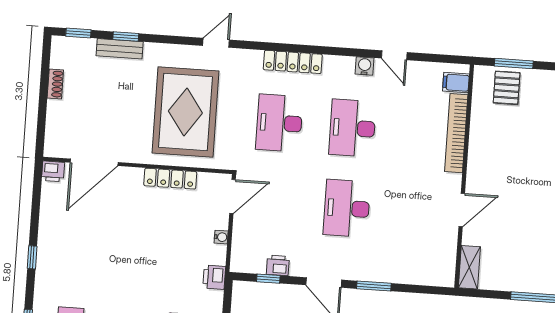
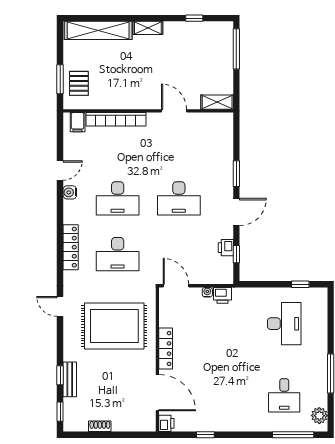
pallet: (507, 88) -> (79, 83), turned 90
locker: (170, 179) -> (166, 348), moved
window: (32, 257) -> (205, 435), moved
printer: (214, 277) -> (222, 295), moved

